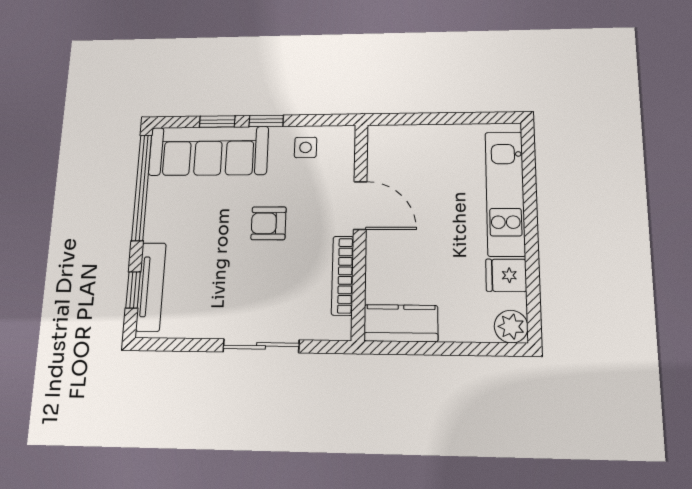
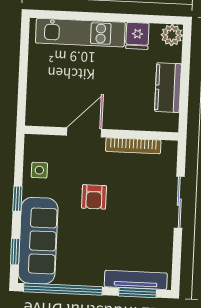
window: (217, 122) -> (15, 252), moved
window: (133, 290) -> (138, 293), width x1.50
kitchen counter: (401, 323) -> (168, 88), moved

